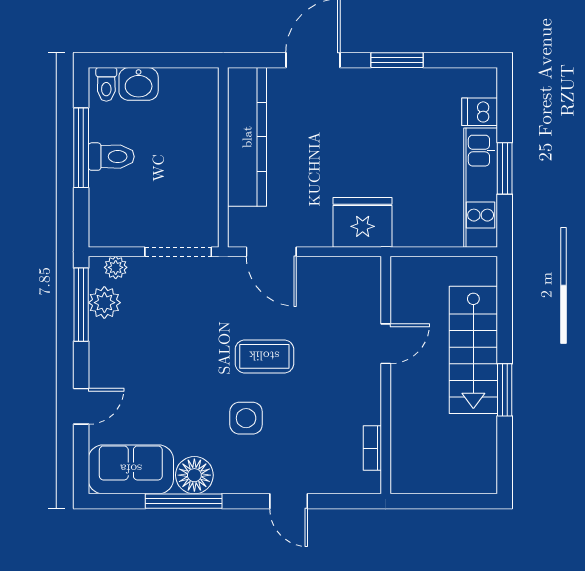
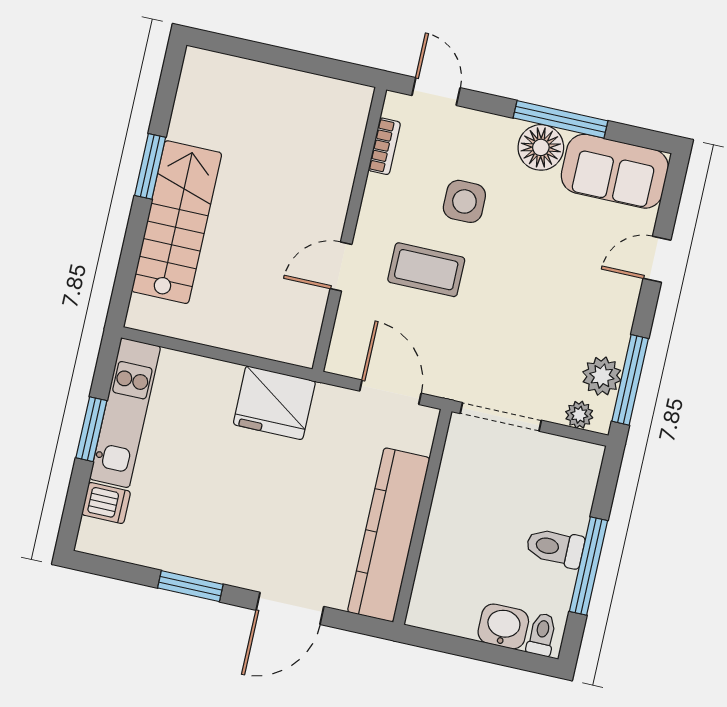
door: (386, 344) -> (341, 266), moved
wall: (386, 375) -> (349, 229), moved
bookcase: (372, 448) -> (384, 146), moved

